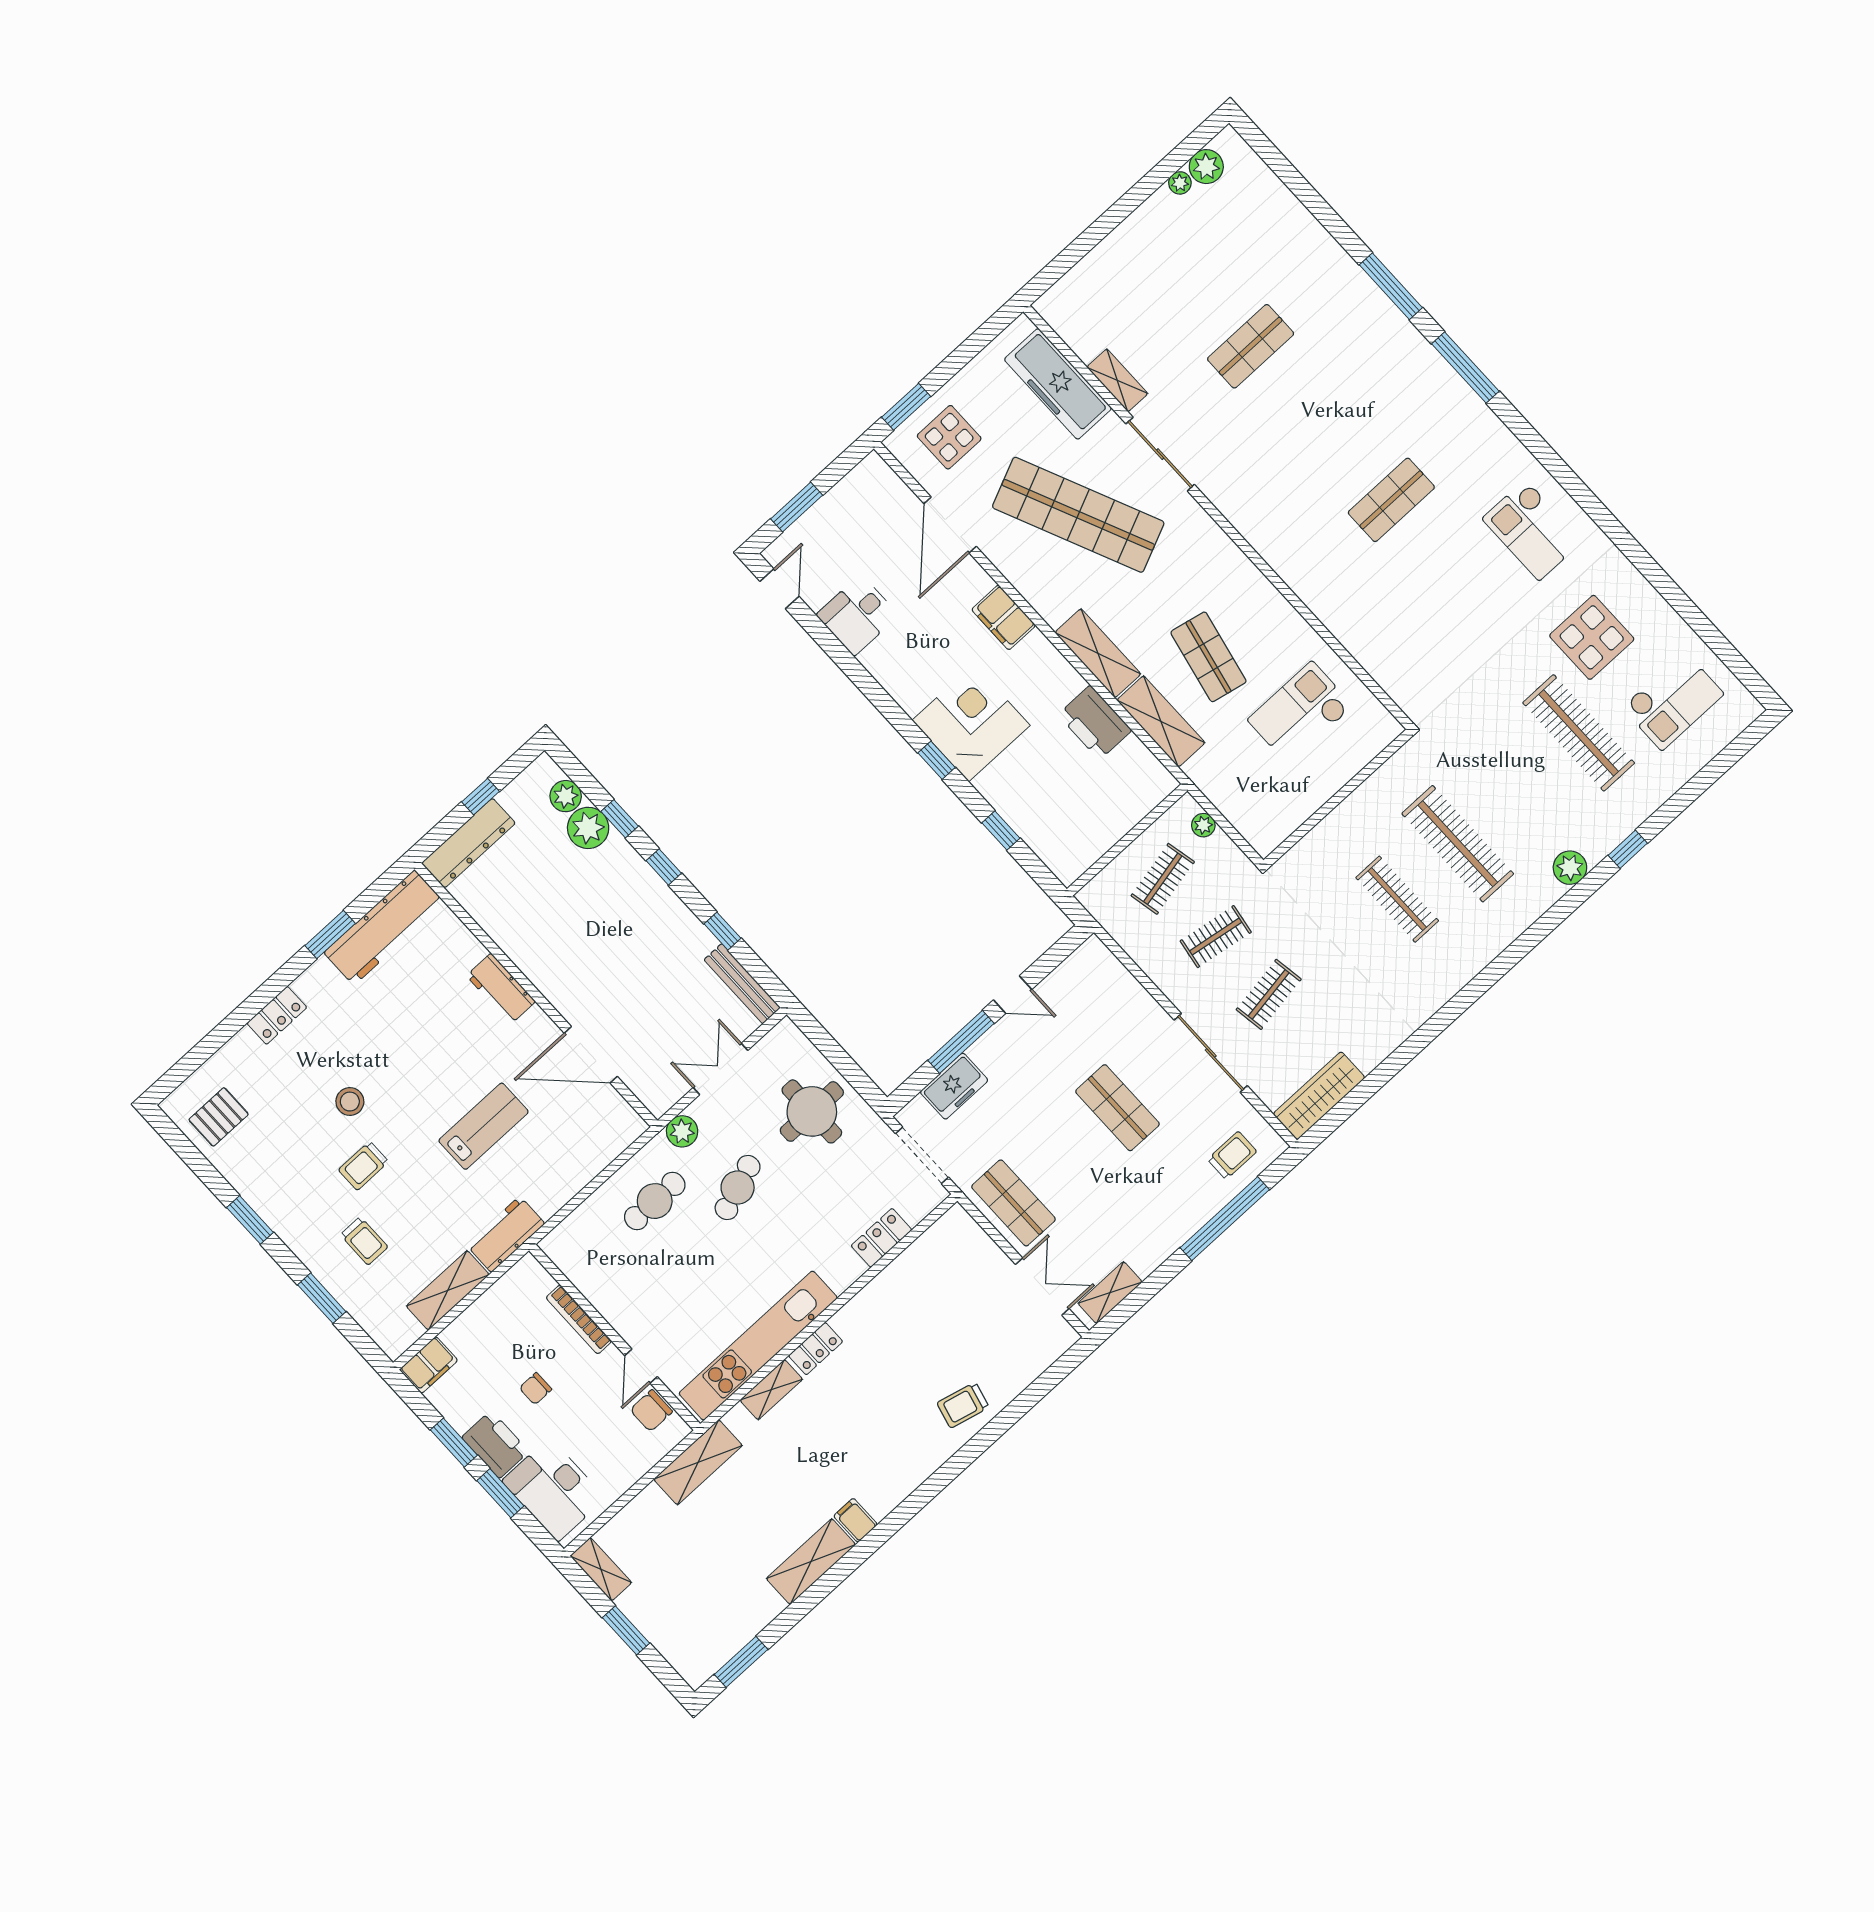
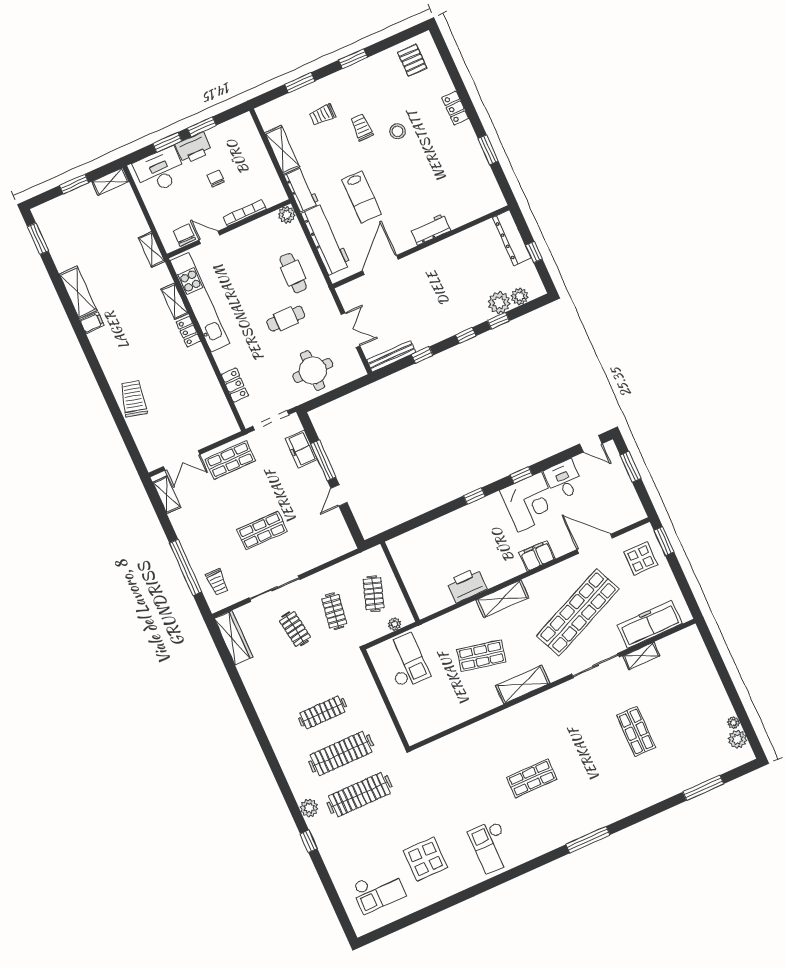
window: (1391, 286) -> (703, 788), moved
shop shelf: (1391, 500) -> (532, 778), turned 90
checkout: (1532, 530) -> (492, 847), turned -90
checkout: (1673, 701) -> (378, 890), turned -90
checkout: (1300, 713) -> (406, 661), moved
shelving: (1161, 721) -> (523, 685), moved
corner desk: (971, 723) -> (530, 502), moved
clothes rail: (1579, 733) -> (359, 795), moved
window: (1001, 830) -> (521, 475), moved
clothes rail: (1163, 879) -> (374, 594), turned 30
workbench: (384, 927) -> (326, 239), moved, turned 180
plant: (682, 1131) -> (287, 215), moved
cafe table: (738, 1188) -> (286, 319), turned -70
filing cabinet: (429, 1365) -> (247, 127), removed
trolley: (963, 1405) -> (133, 399), width x1.36, depth x1.39
shelving: (698, 1462) -> (152, 250), width x0.67, depth x0.75

